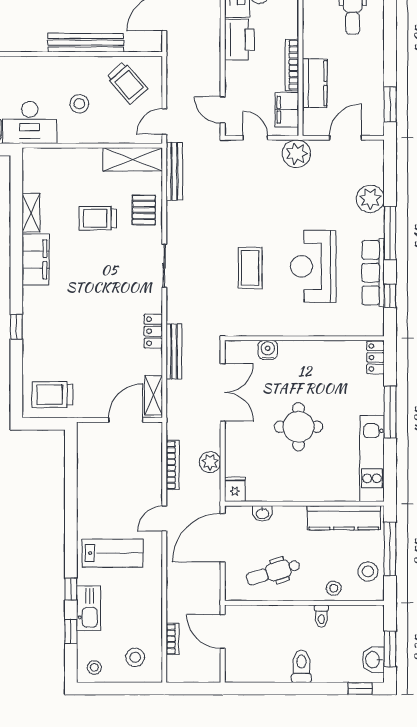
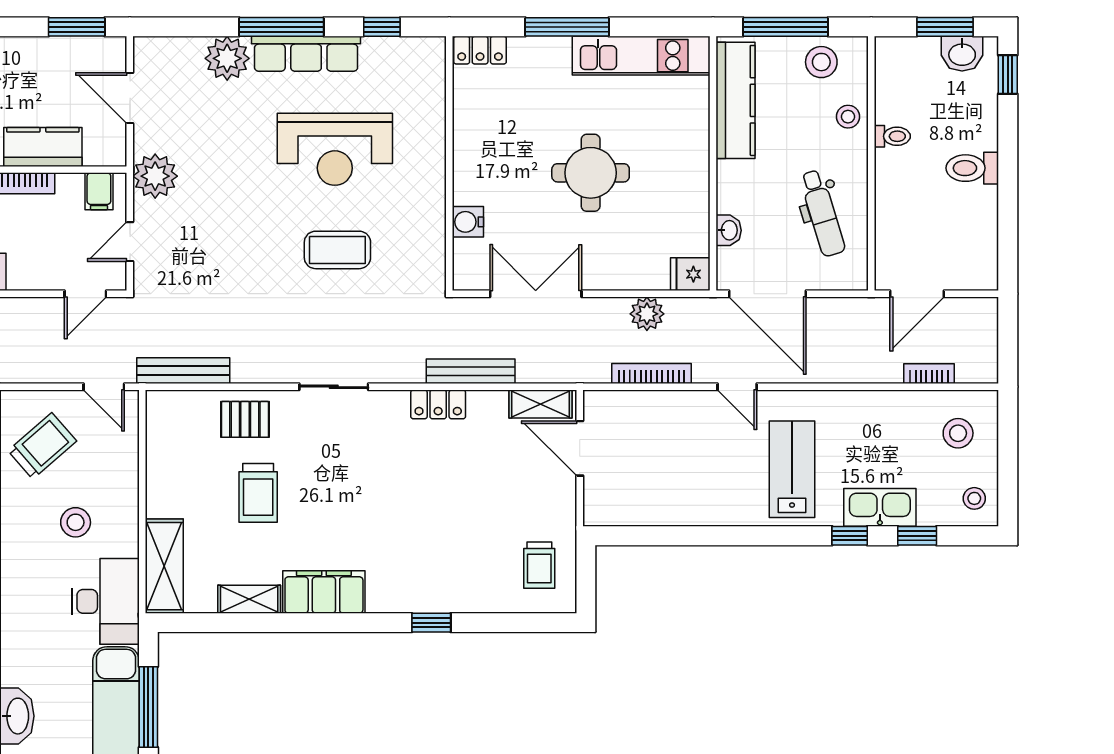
filing cabinet: (287, 110) -> (99, 191), width x0.50
shelving: (133, 159) -> (164, 566), moved
row of seats: (373, 273) -> (306, 54), moved
trolley: (52, 395) -> (539, 565), width x0.73, depth x0.72

